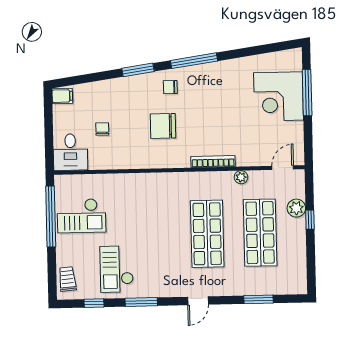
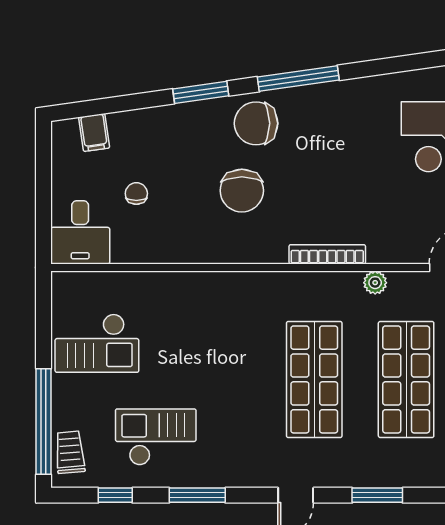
chair: (170, 87) -> (256, 123), width x1.87, depth x1.87
filing cabinet: (62, 96) -> (94, 133), moved, turned 82
chair: (163, 126) -> (242, 191), turned -90
window: (51, 217) -> (43, 422), moved
checkout: (117, 269) -> (156, 437), turned 90
window: (259, 299) -> (377, 495), moved

